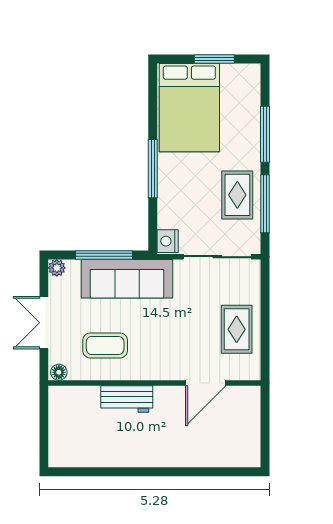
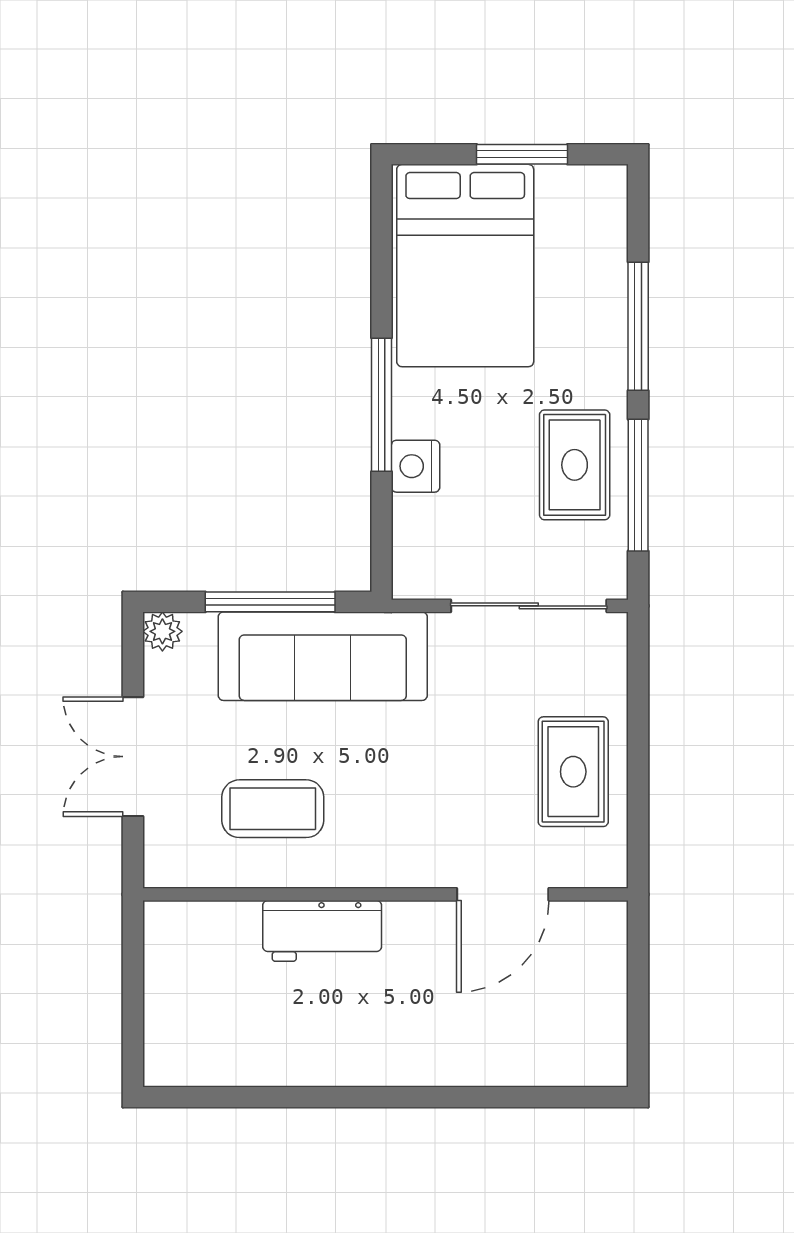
nightstand: (168, 241) -> (416, 466), moved
floor lamp: (59, 372) -> (167, 870), removed

